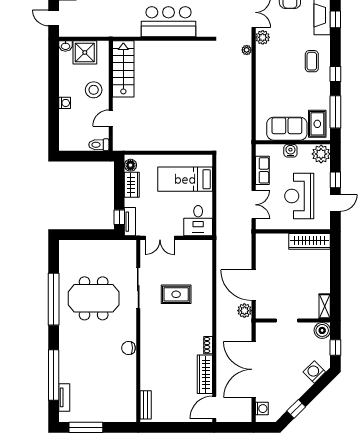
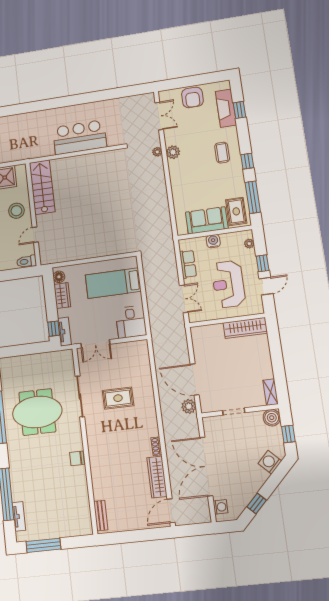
plant: (263, 37) -> (173, 152), moved
plant: (321, 154) -> (249, 244), width x0.53, depth x0.53

